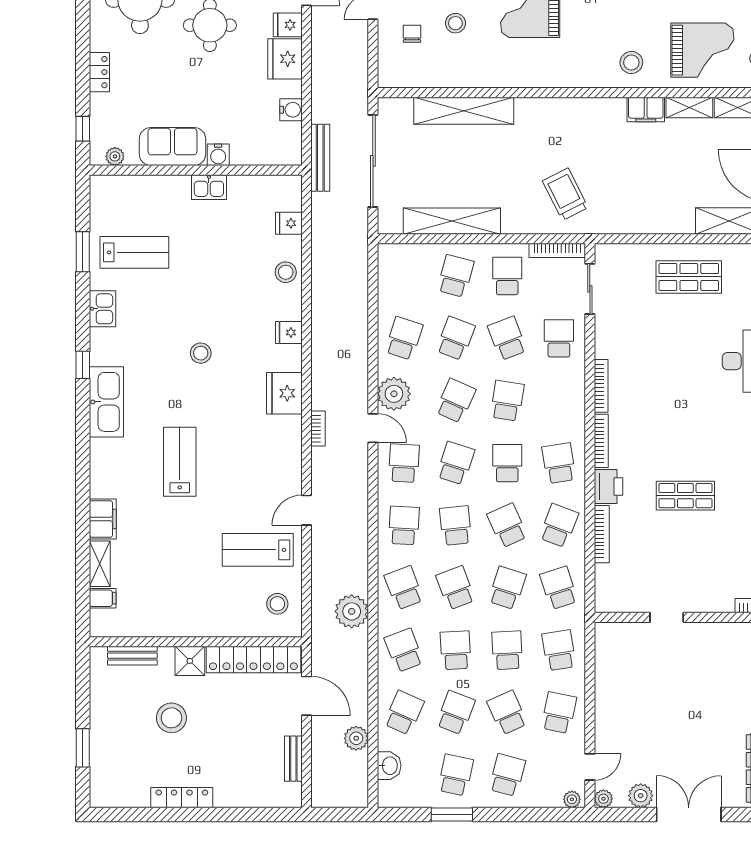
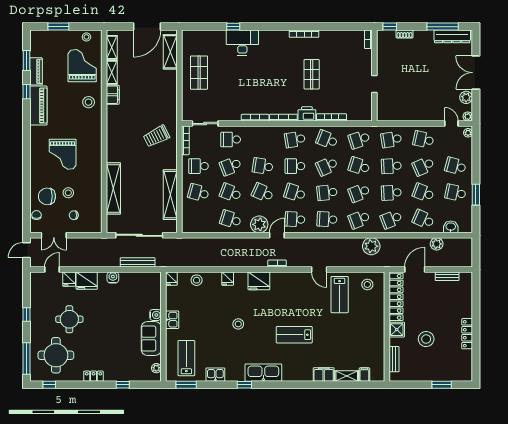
sofa: (172, 147) -> (151, 339), moved
water cooler: (218, 155) -> (155, 315), moved
plant: (115, 156) -> (156, 368), moved
wall: (196, 170) -> (163, 327), moved
kitchen sink: (209, 187) -> (172, 320), moved

